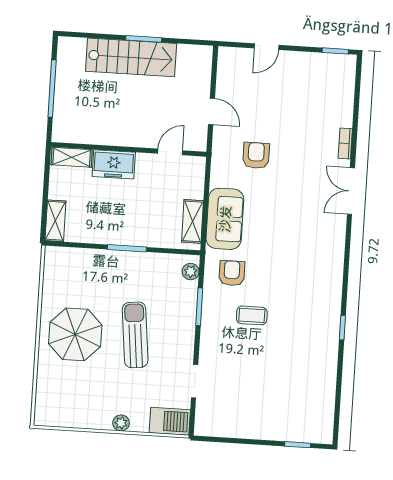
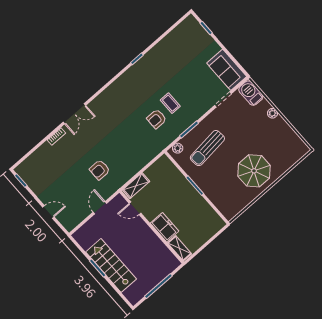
sofa: (225, 219) -> (227, 70), moved, turned -90
shelving: (55, 221) -> (214, 228), removed
shelving: (192, 221) -> (136, 186), moved
armchair: (232, 273) -> (157, 119), moved
sun lounger: (135, 335) -> (207, 148), moved

